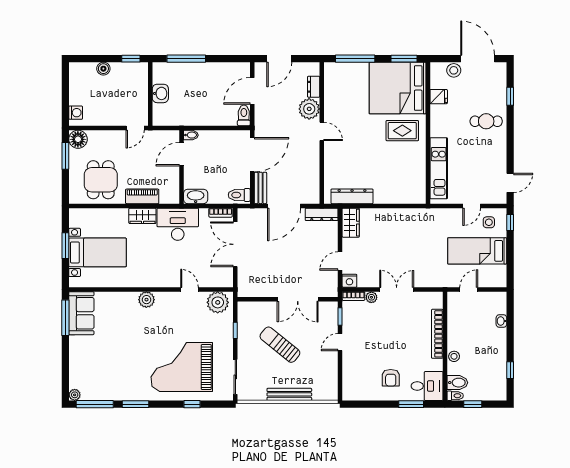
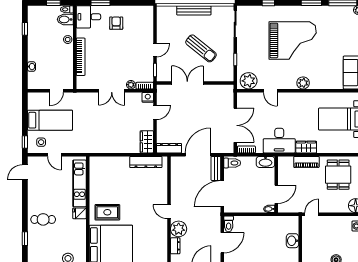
fridge: (439, 97) -> (79, 213), moved
door: (472, 206) -> (54, 155), swing flipped
grand piano: (182, 367) -> (293, 40), moved

